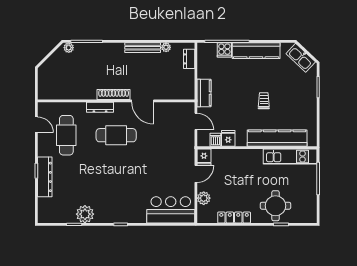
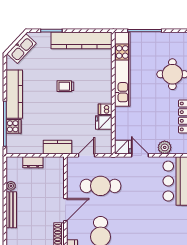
dresser: (189, 59) -> (33, 162), moved
cafe table: (166, 135) -> (101, 186), added
kitchen counter: (277, 138) -> (82, 40), moved, turned -90
dishwasher: (215, 140) -> (105, 109), moved
kitchen unit: (290, 157) -> (122, 69), width x1.36

